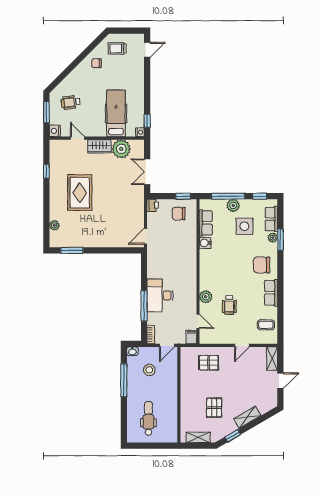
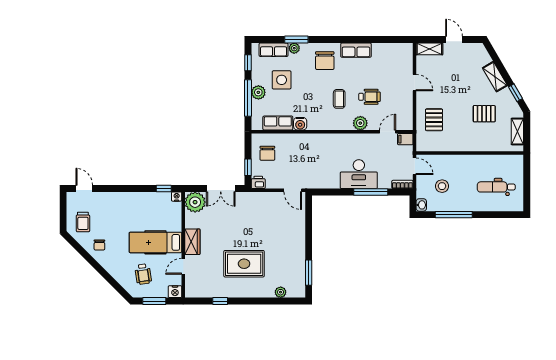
hospital bed: (116, 113) -> (155, 242), moved
plant: (121, 149) -> (195, 202), moved
window: (183, 196) -> (248, 167), moved
coffee table: (266, 325) -> (339, 99), moved

